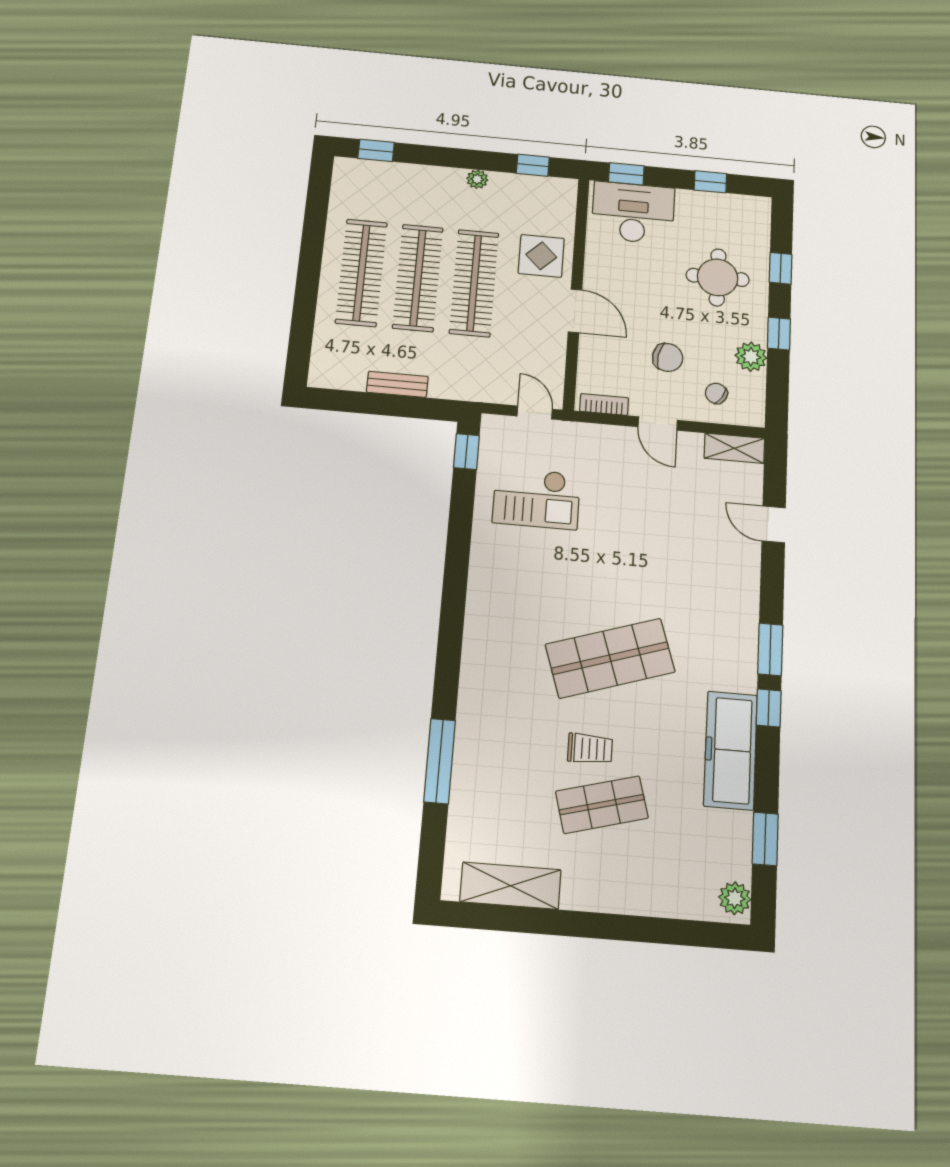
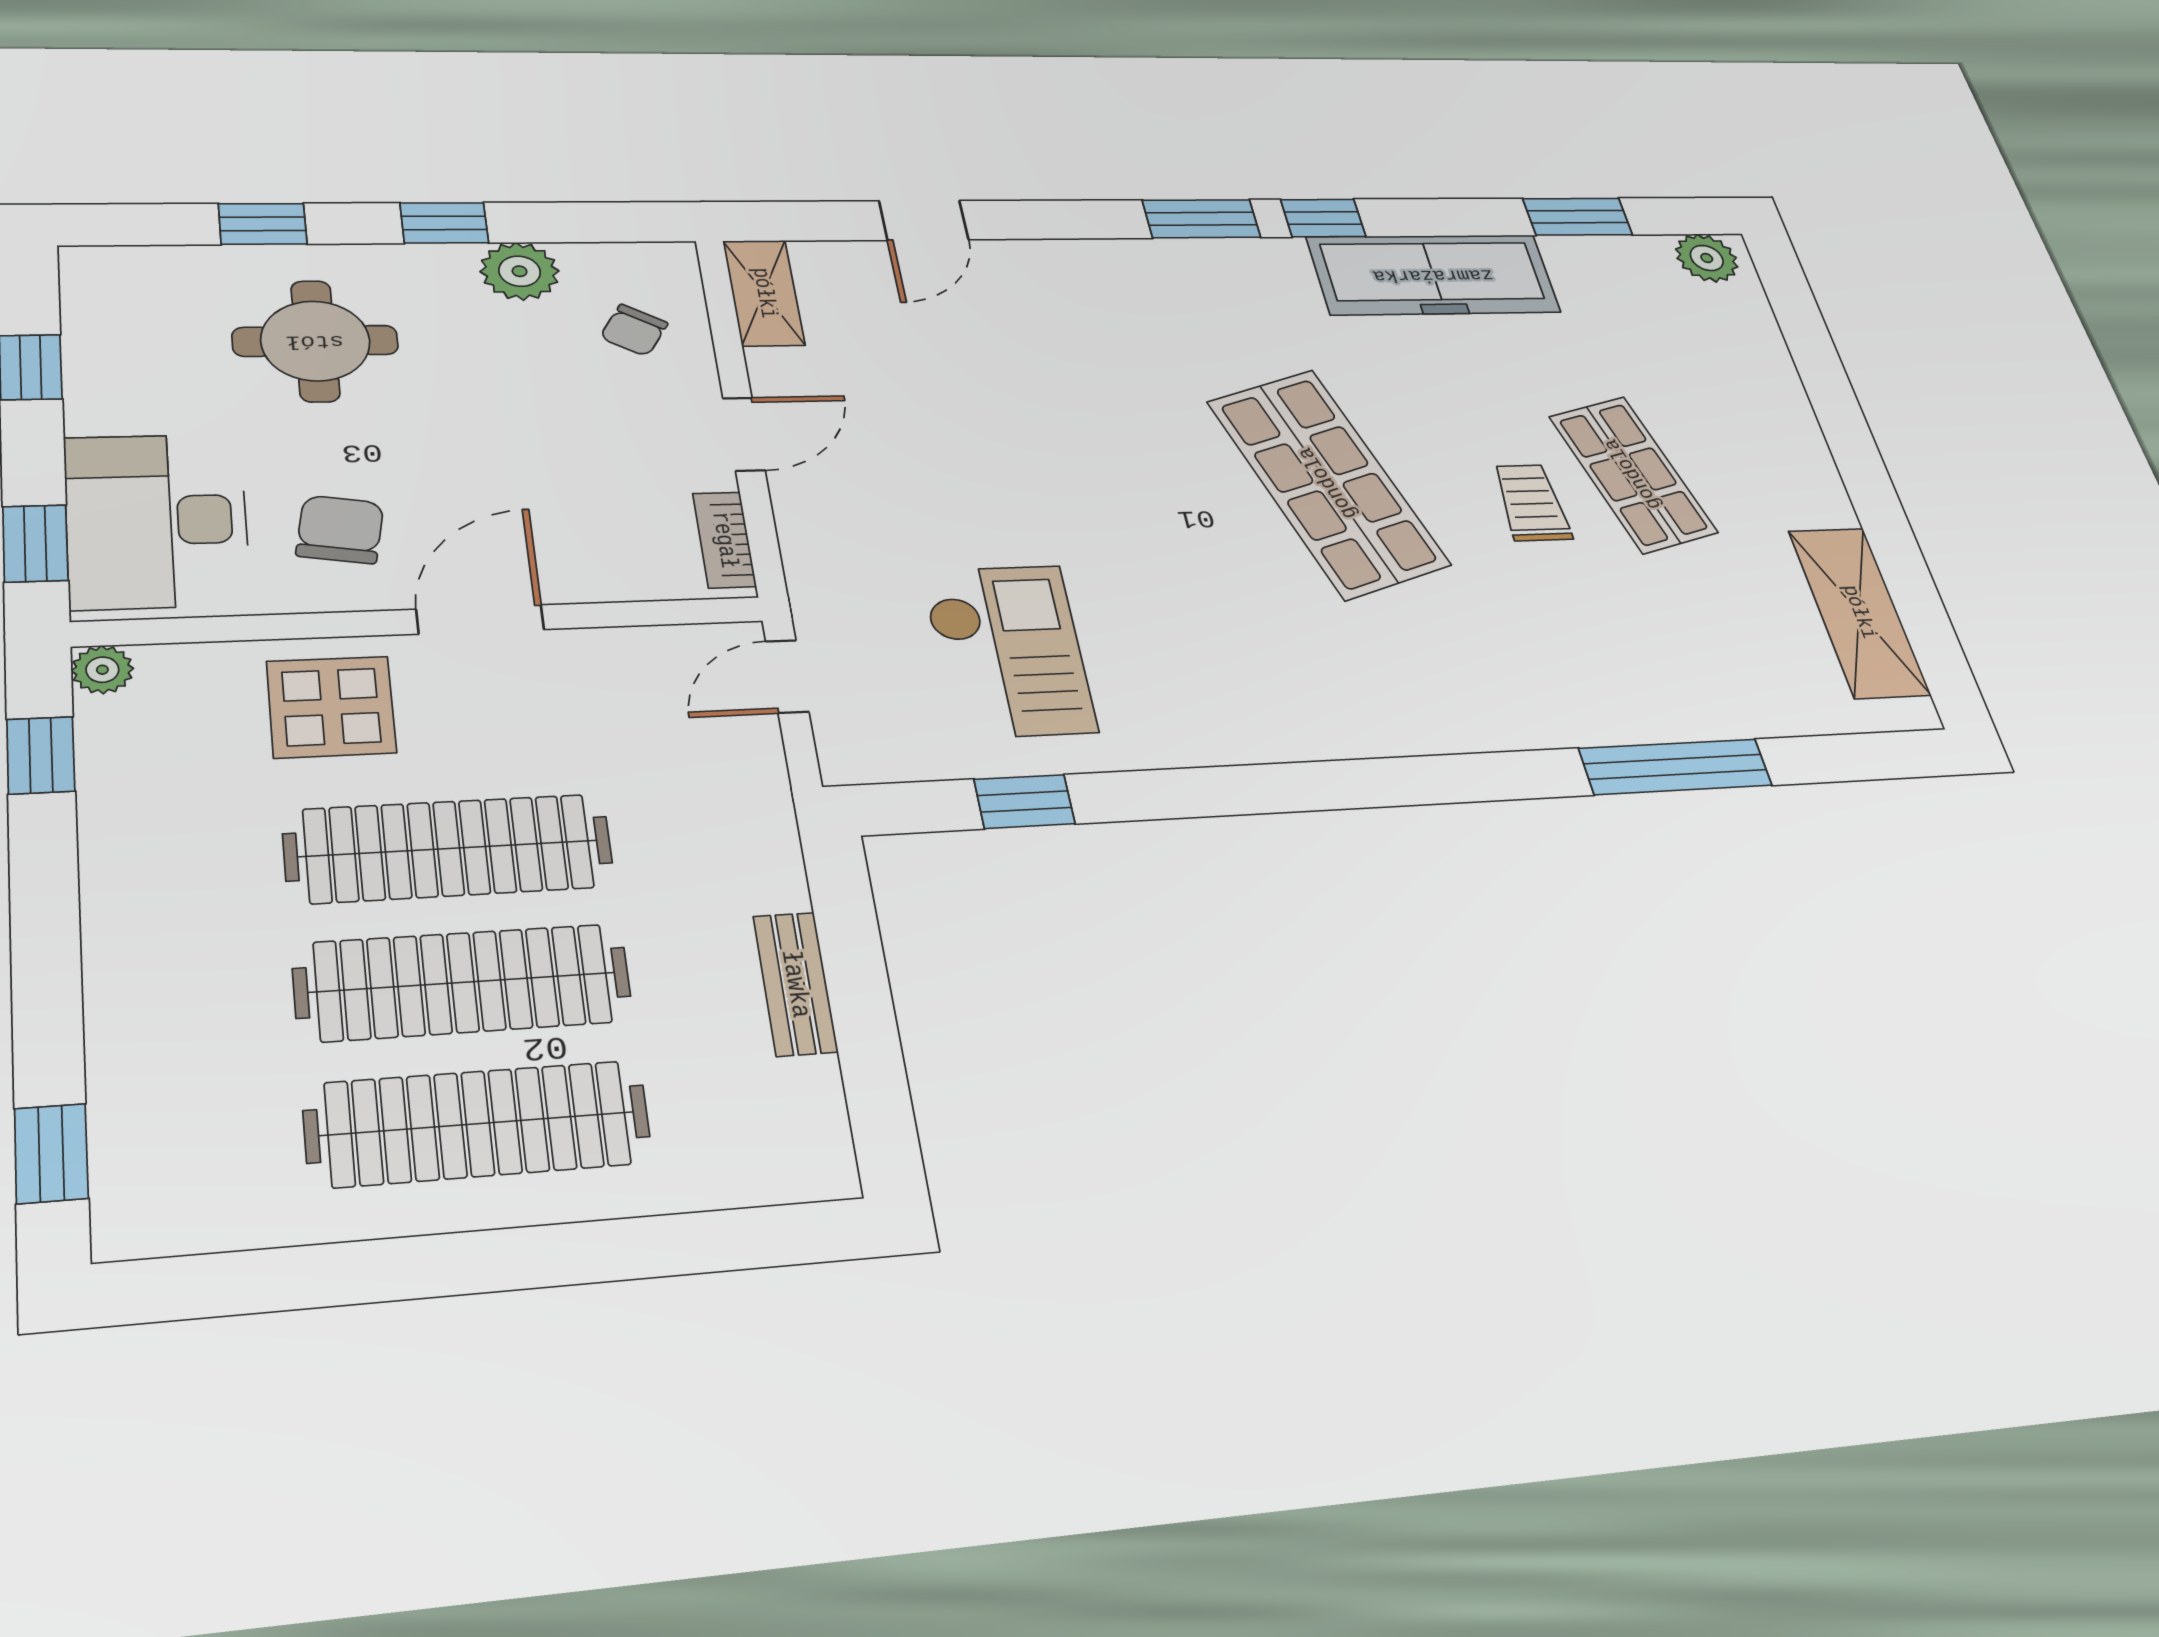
plant: (477, 179) -> (102, 670), moved
chair: (668, 357) -> (340, 529), moved
window: (466, 452) -> (1024, 802), moved

